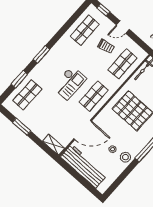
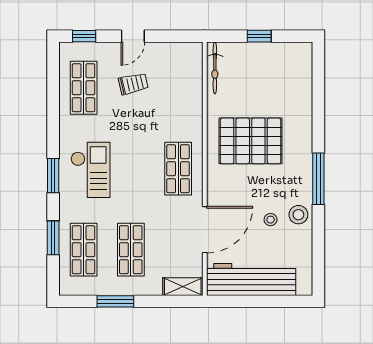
shop shelf: (123, 64) -> (131, 250), moved
checkout: (69, 83) -> (90, 170), moved

